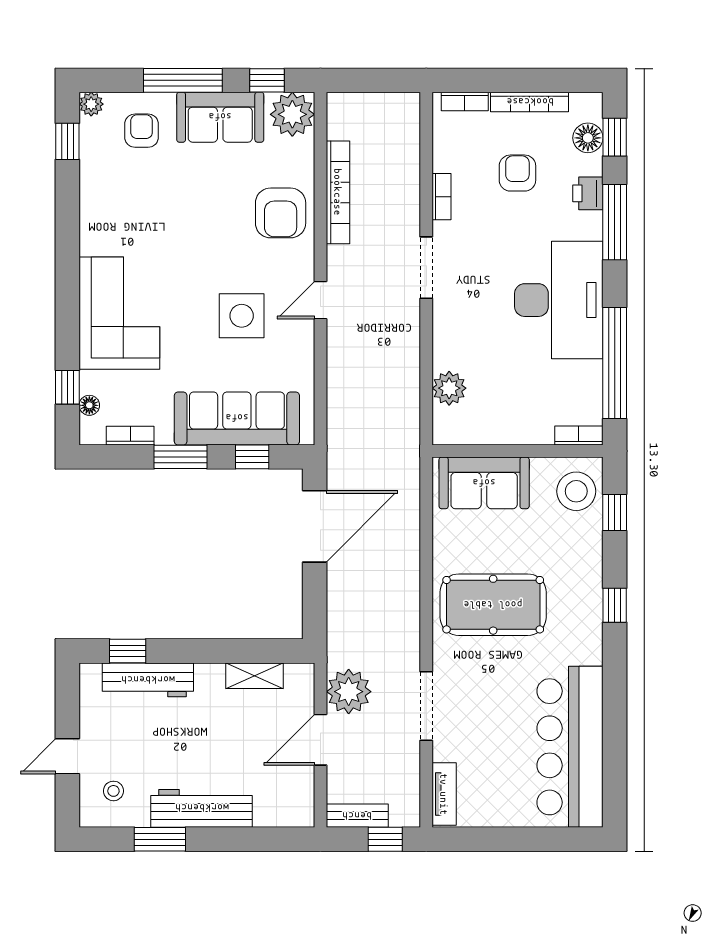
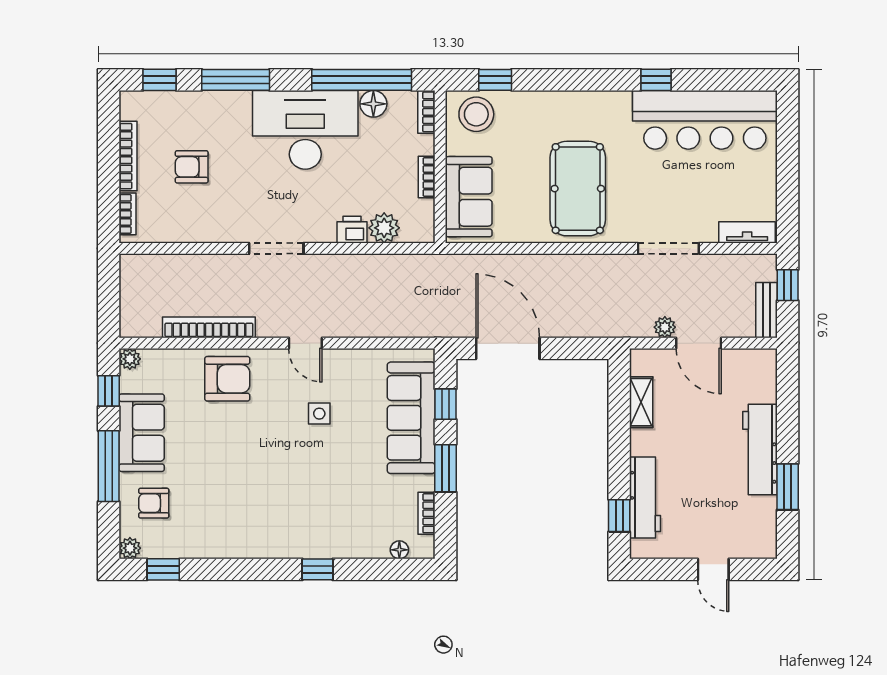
plant: (292, 114) -> (130, 359), width x0.53, depth x0.53
floor lamp: (588, 138) -> (373, 104), moved
printer: (588, 193) -> (352, 230), moved, turned 180
bookcase: (442, 197) -> (427, 177), moved, turned -90
corner sofa: (119, 313) -> (317, 523), removed
side table: (242, 316) -> (319, 414), width x0.54, depth x0.54
window: (67, 387) -> (317, 569), moved
window: (615, 605) -> (656, 80), moved
plant: (349, 692) -> (665, 327), width x0.53, depth x0.53
stool: (113, 791) -> (744, 528), removed

